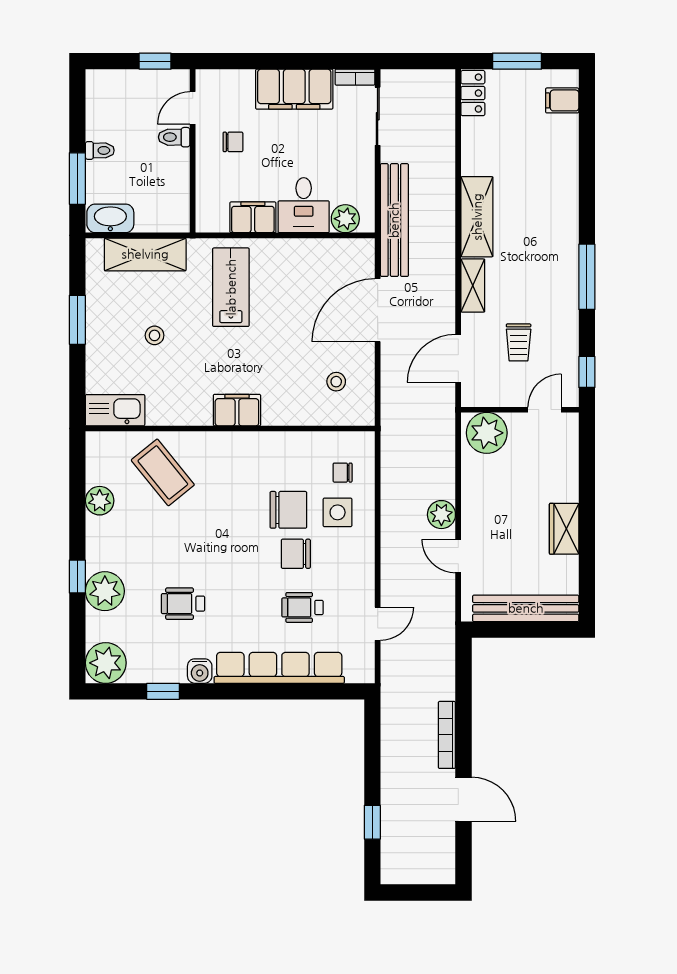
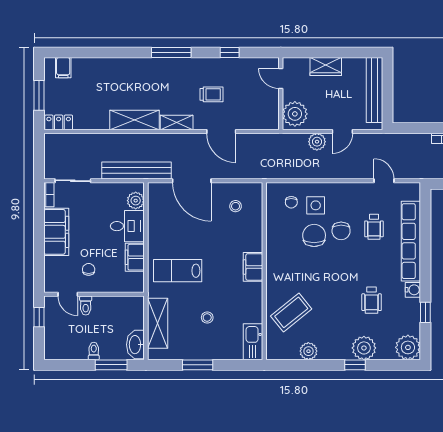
wall: (520, 410) -> (281, 94), moved
door: (544, 410) -> (281, 78), moved
plant: (487, 433) -> (295, 114), moved

